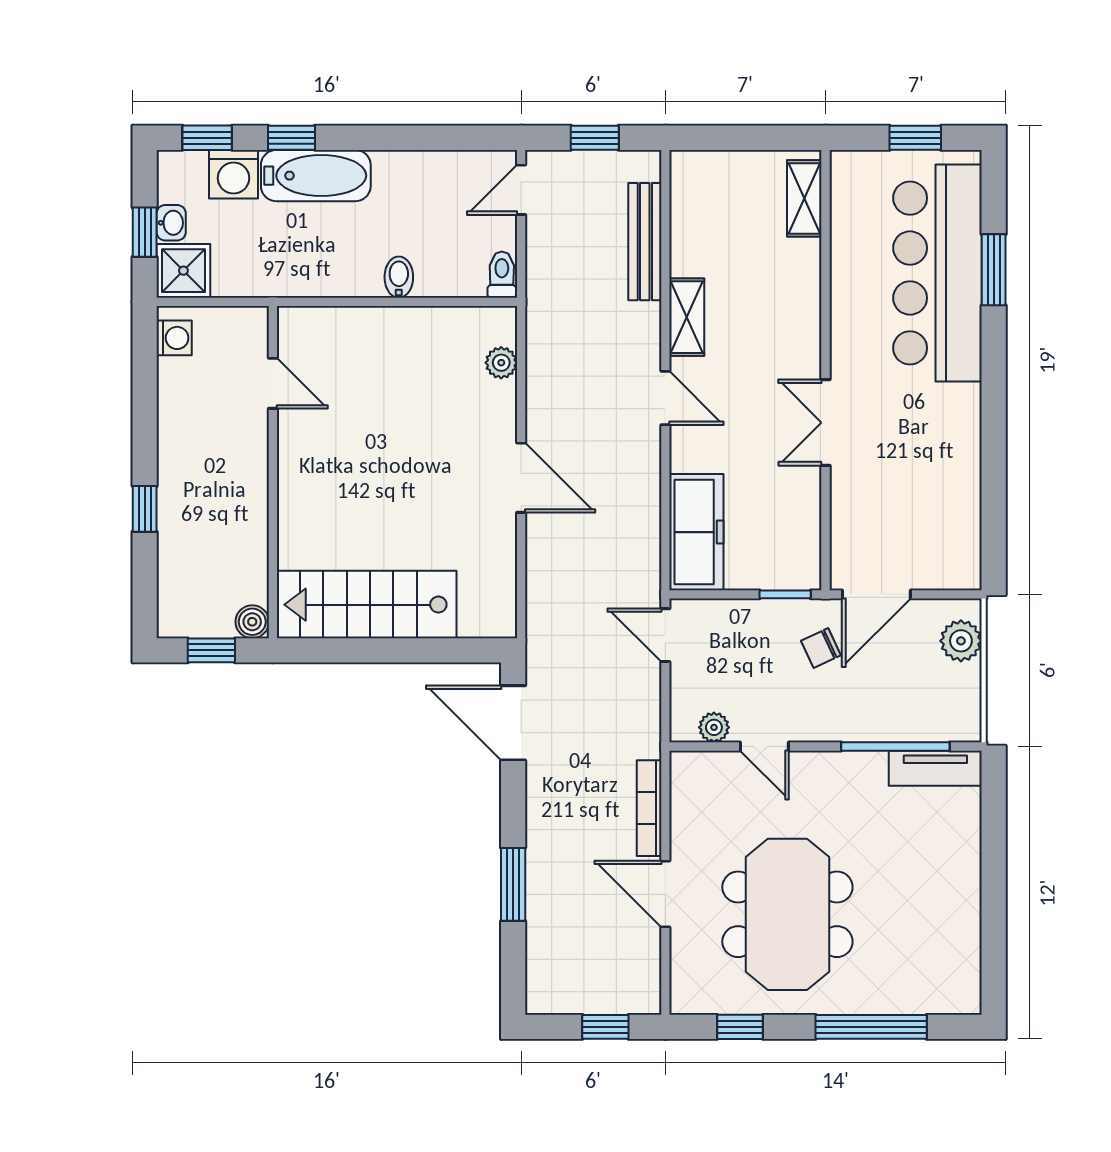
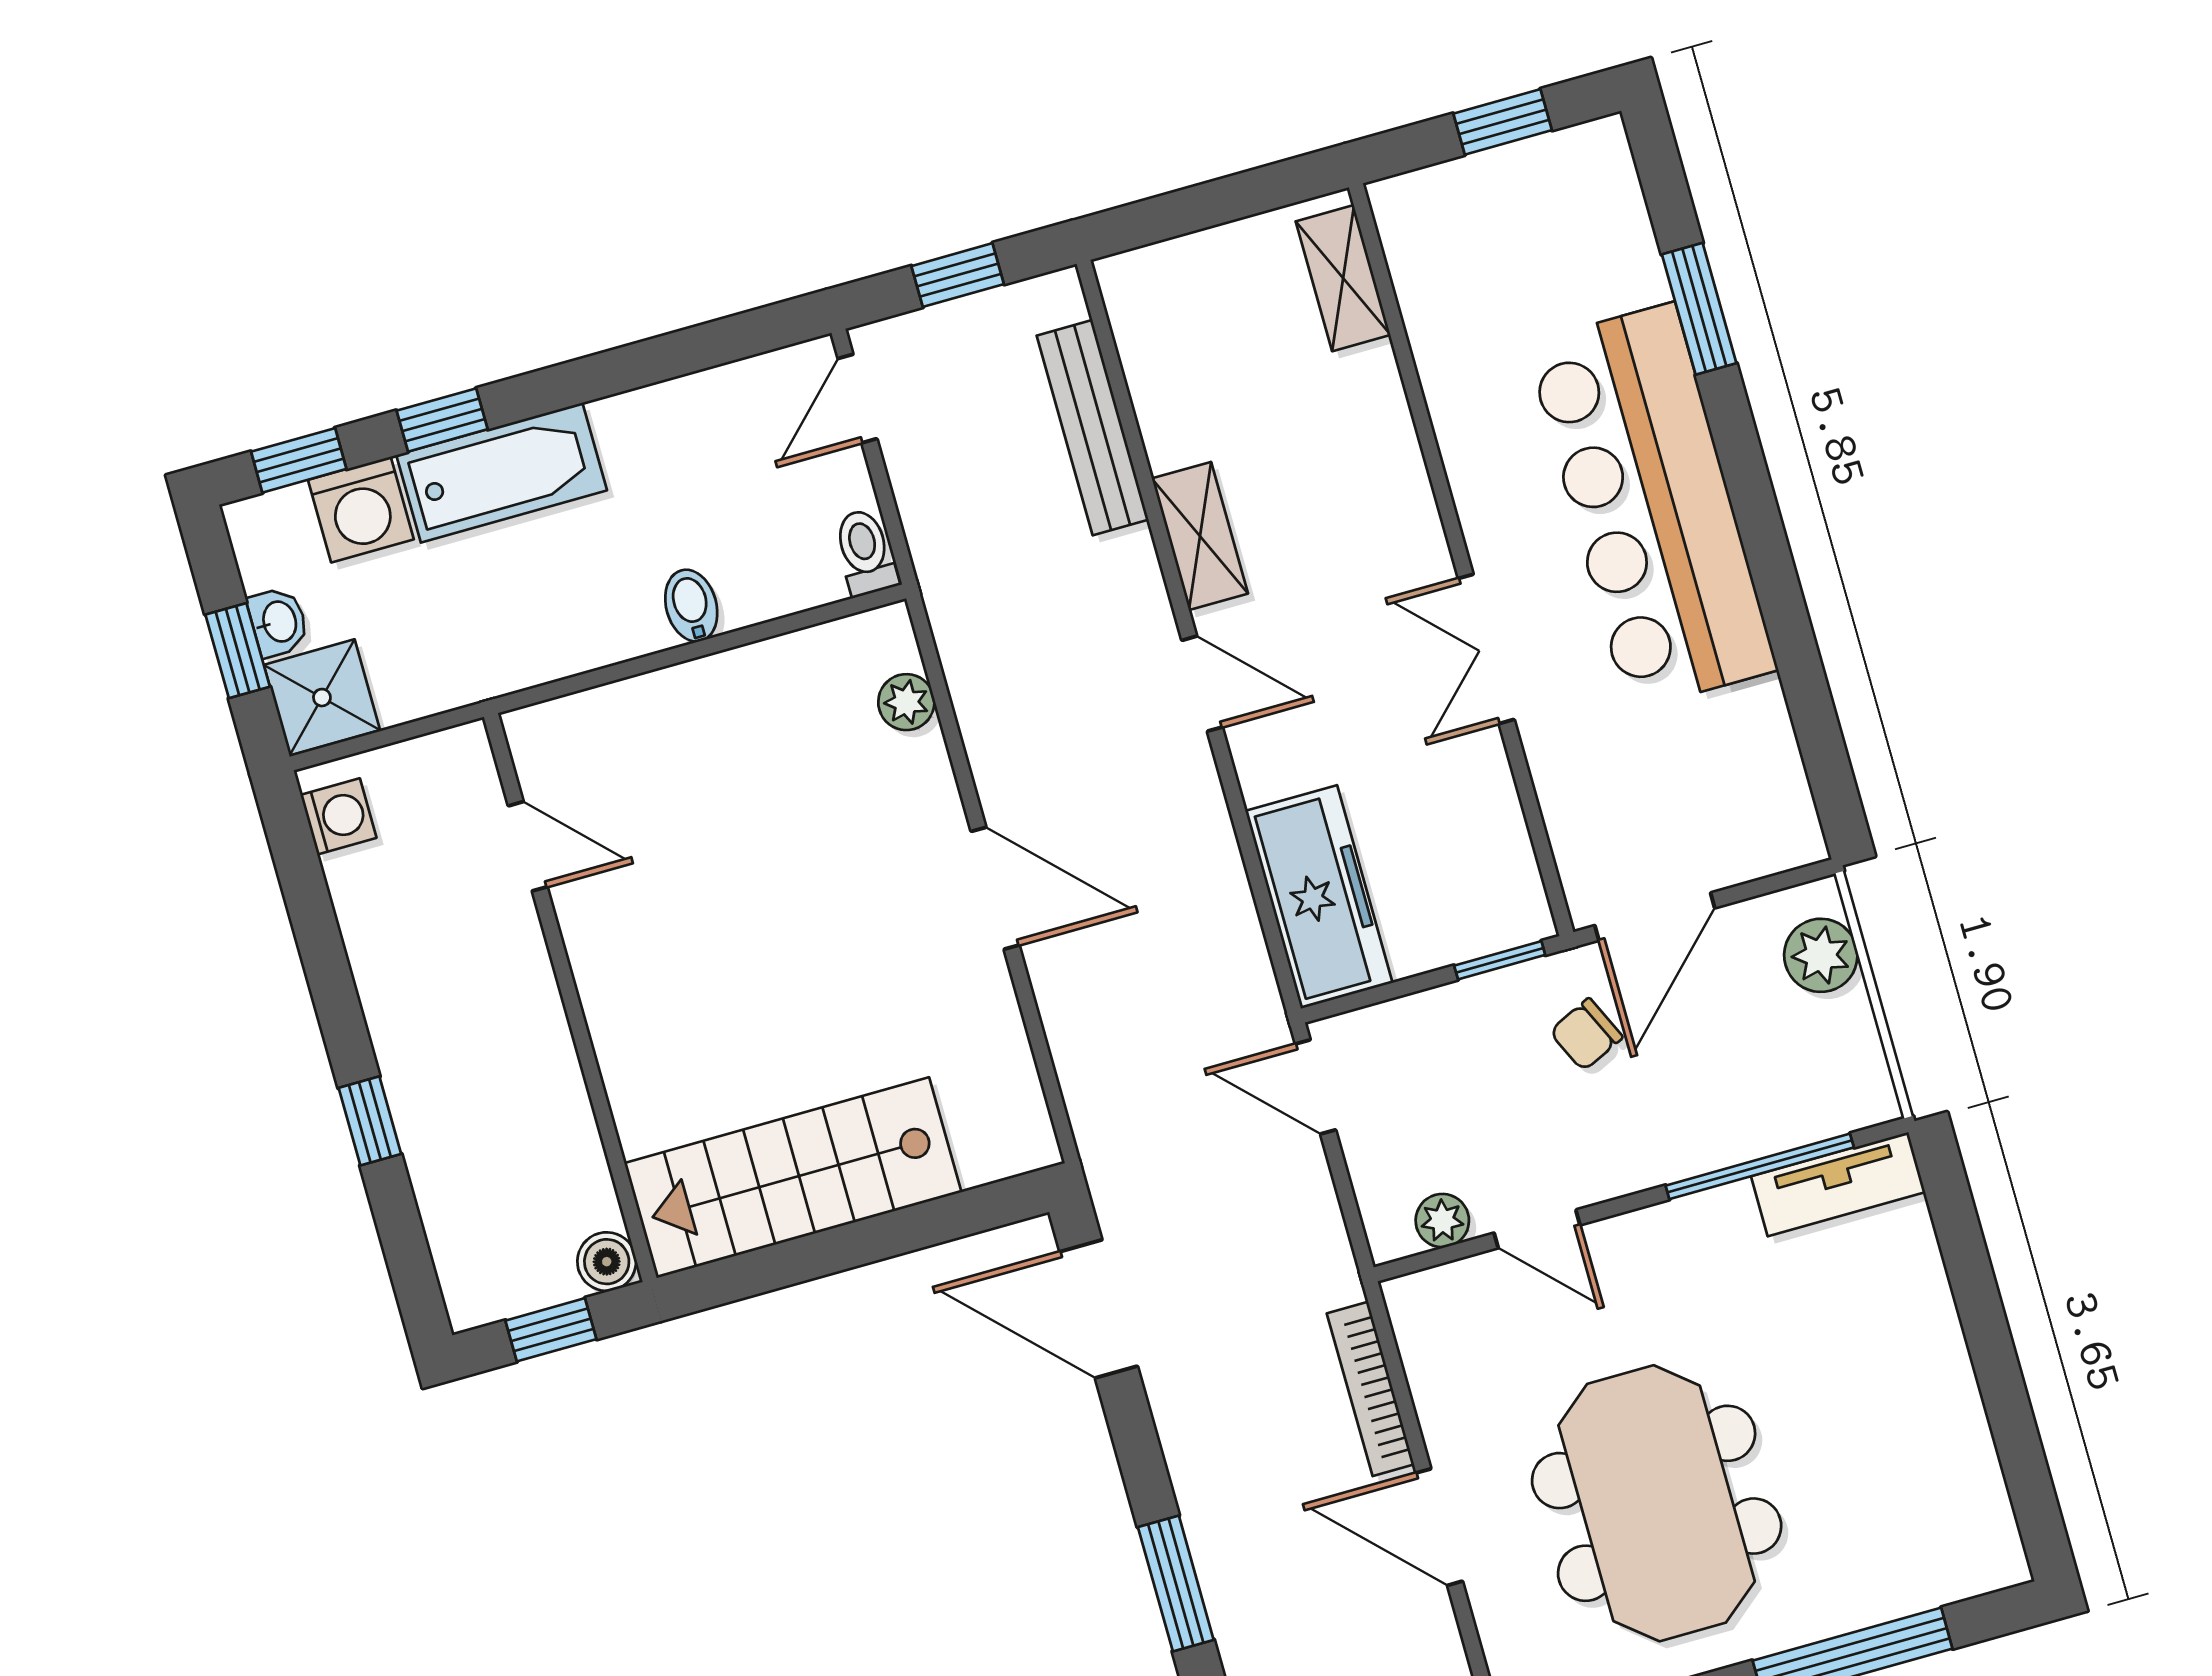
bar counter: (937, 273) -> (1652, 507), moved

